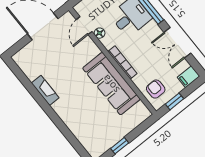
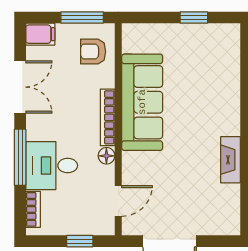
floor lamp: (100, 33) -> (106, 156), moved
armchair: (156, 89) -> (93, 52), turned 90
window: (174, 101) -> (82, 18), width x1.50

